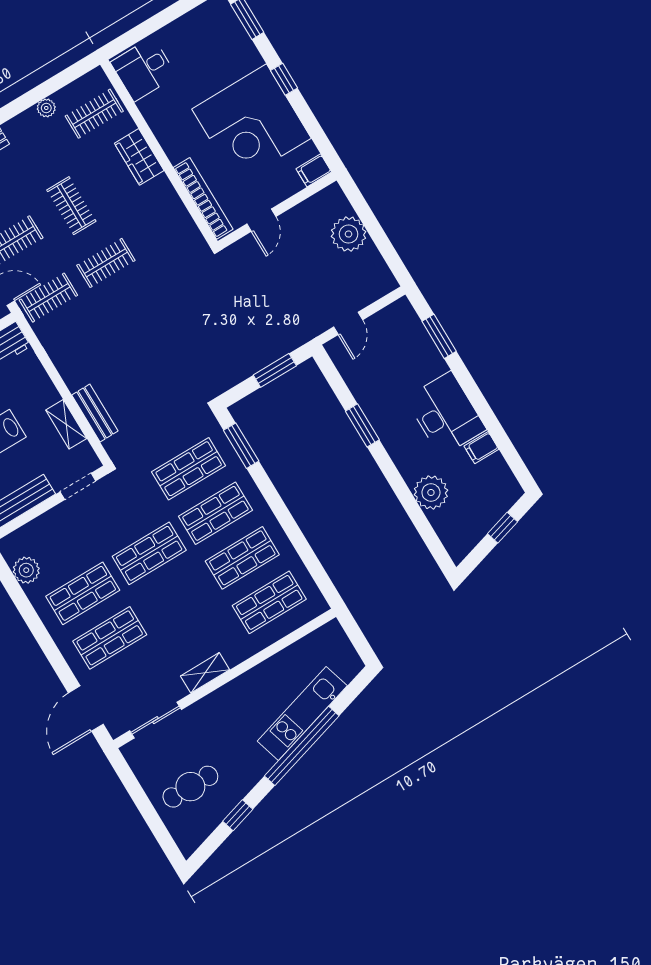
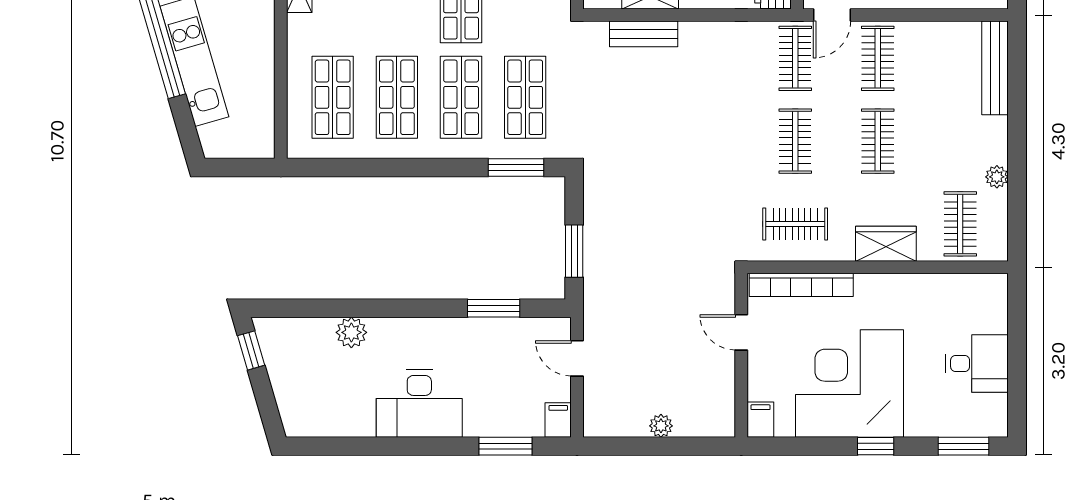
desk: (144, 69) -> (977, 363), moved, turned 90
clothes rail: (71, 206) -> (878, 141), turned 90
clothes rail: (163, 228) -> (795, 224), added
plant: (349, 234) -> (661, 426), width x0.53, depth x0.53
window: (362, 425) -> (494, 308), moved
filing cabinet: (481, 448) -> (558, 420), moved
plant: (431, 492) -> (351, 332), width x0.73, depth x0.73
window: (503, 528) -> (251, 350), moved

